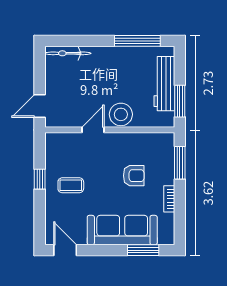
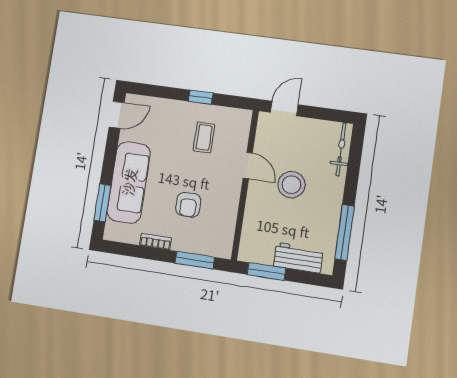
workbench: (164, 84) -> (298, 258), width x0.73
door: (40, 106) -> (284, 109), hinge flipped
stool: (121, 114) -> (291, 185), moved
coffee table: (71, 185) -> (204, 137), moved

